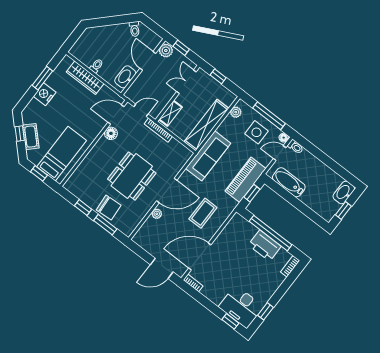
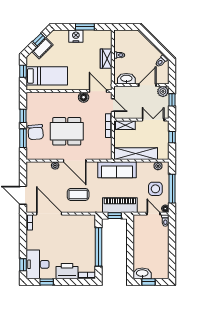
wardrobe: (85, 78) -> (106, 59), width x0.67
bathtub: (289, 182) -> (140, 234), removed
washbasin: (344, 193) -> (142, 273), moved
printer: (265, 246) -> (67, 271), moved, turned 90

